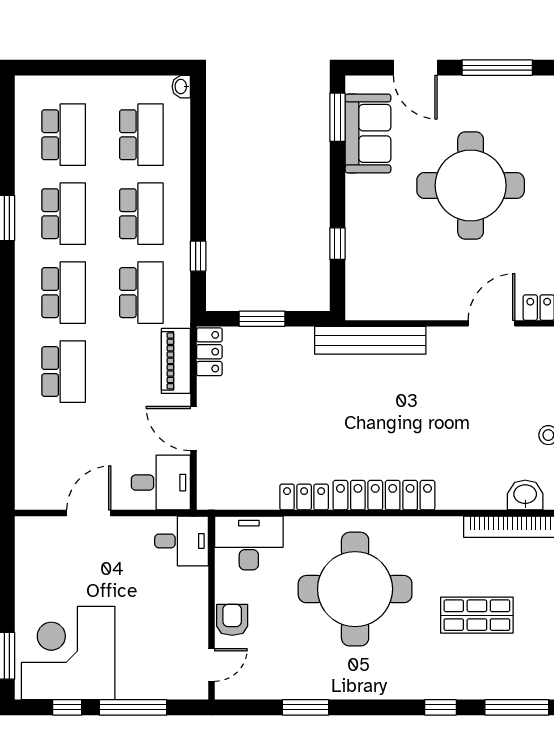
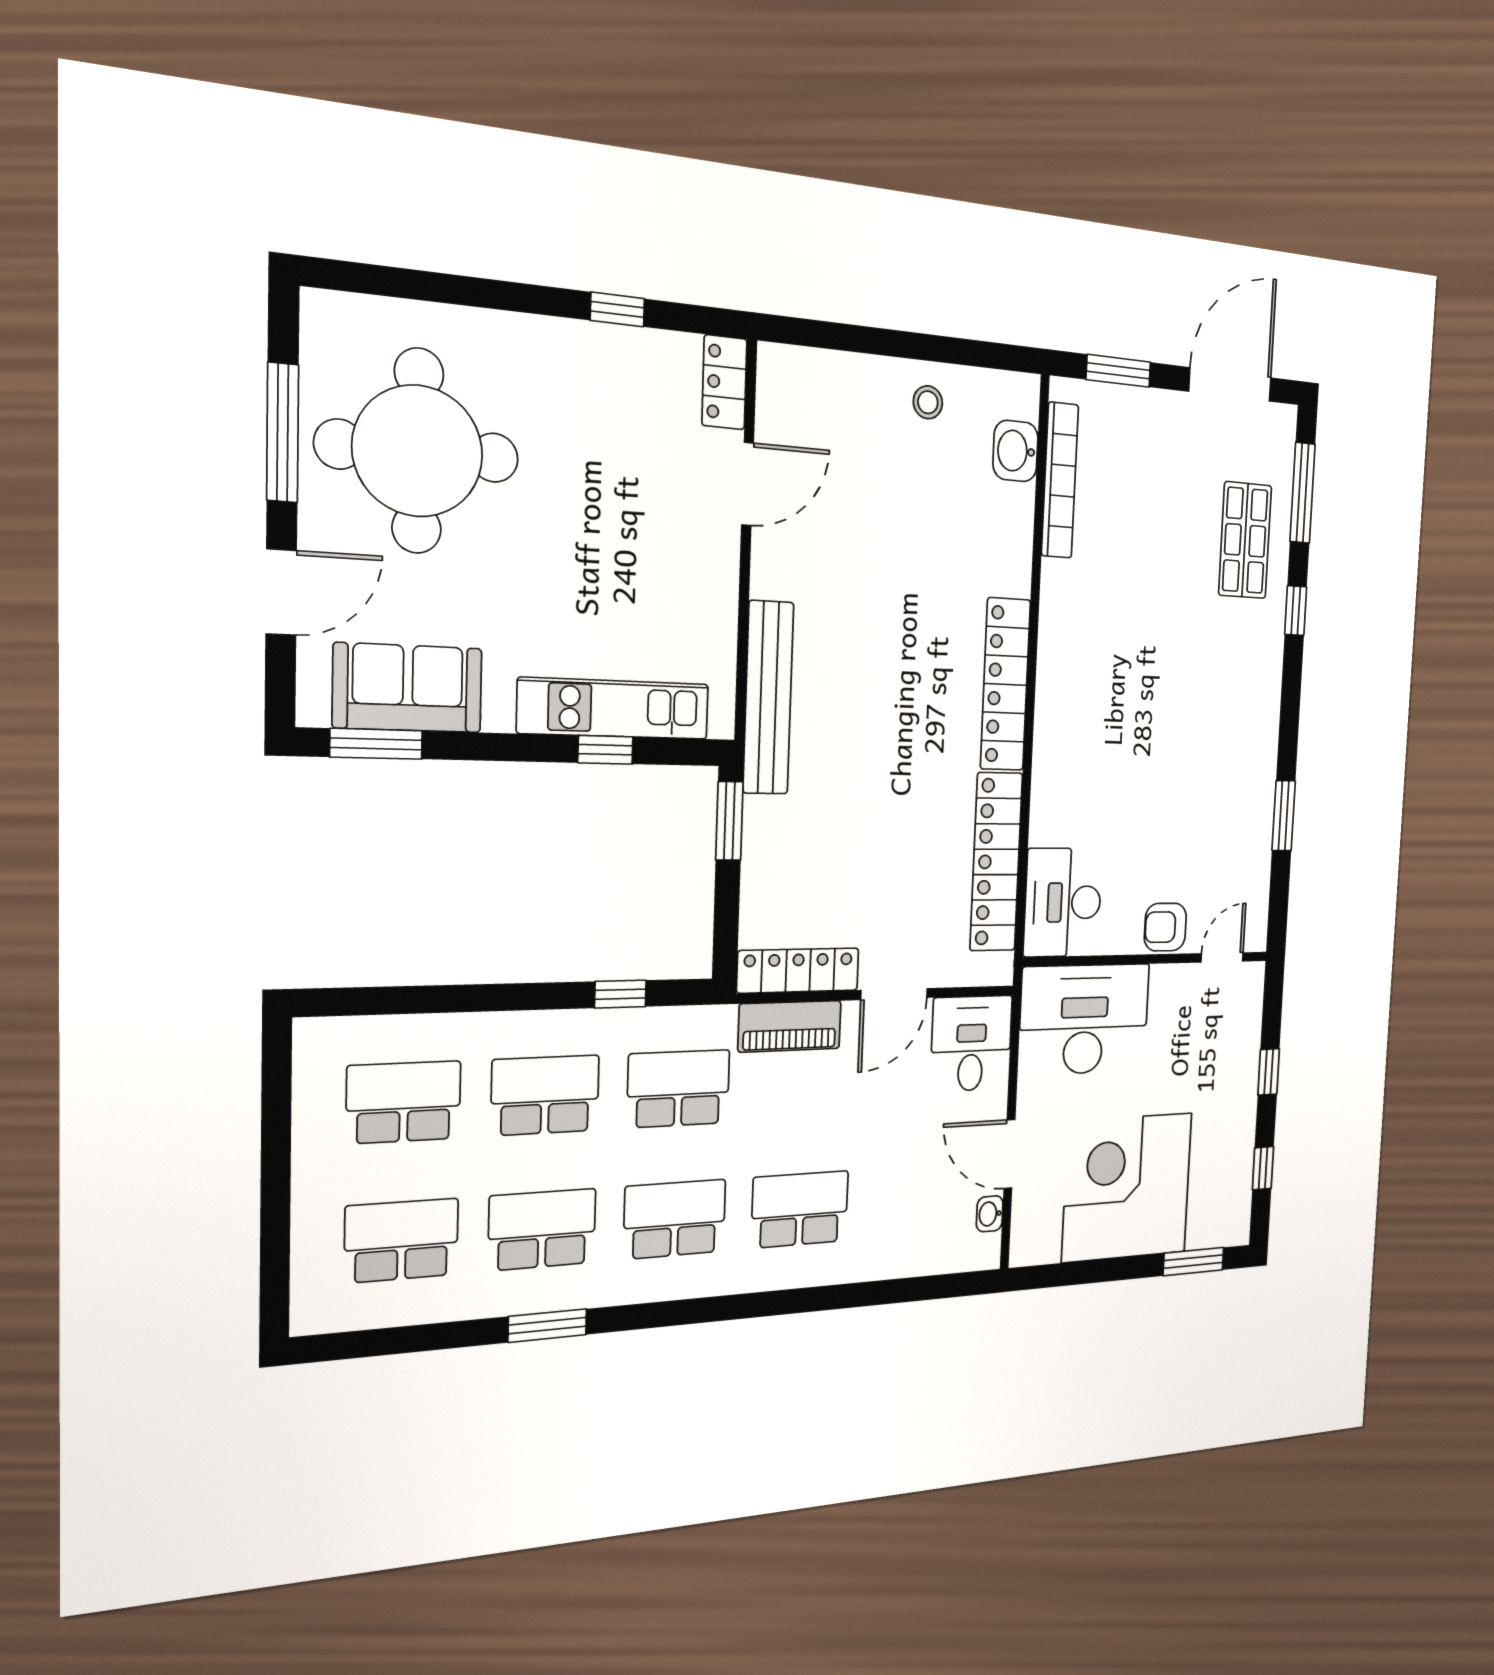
washbasin: (181, 87) -> (990, 1214), moved, turned 90
round table: (471, 185) -> (418, 451), moved
kitchen unit: (361, 248) -> (614, 709), added
window: (262, 319) -> (729, 821), moved
door: (492, 323) -> (748, 484), swing flipped
locker: (209, 352) -> (798, 971), width x1.53
locker: (304, 497) -> (996, 862), width x2.16, depth x1.21
desk: (182, 541) -> (1084, 1019), width x1.87, depth x1.30
round table: (355, 589) -> (1134, 736), removed
shop shelf: (477, 615) -> (1245, 540), moved
corner desk: (68, 653) -> (1127, 1187), moved, turned 90
door: (211, 665) -> (1222, 957), hinge flipped
window: (133, 707) -> (1269, 1072), width x0.46

